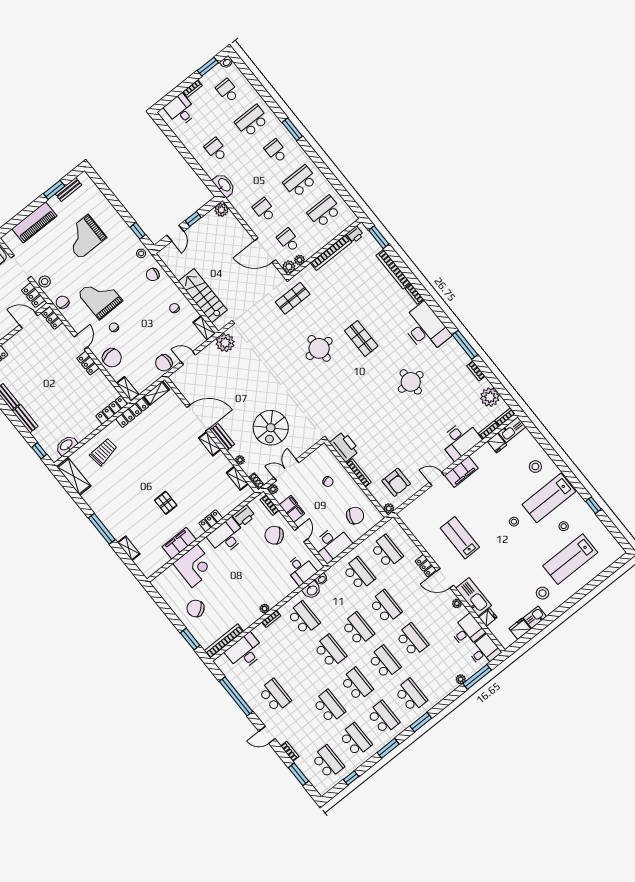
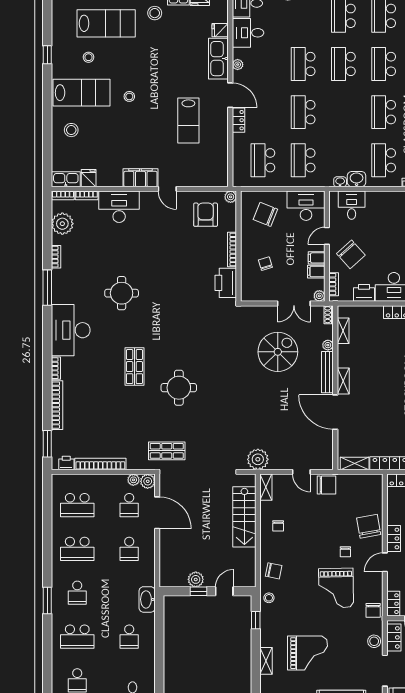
plant: (221, 210) -> (196, 579), moved
shelving: (128, 389) -> (266, 661), moved
bench: (222, 437) -> (327, 372), width x1.36
school desk: (358, 629) -> (343, 112), removed

